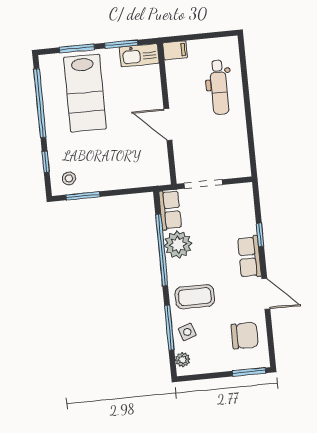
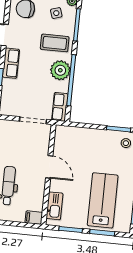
kitchen sink: (139, 55) -> (54, 206), moved, turned 90
plant: (178, 245) -> (60, 70), moved
side table: (187, 332) -> (56, 13), moved

